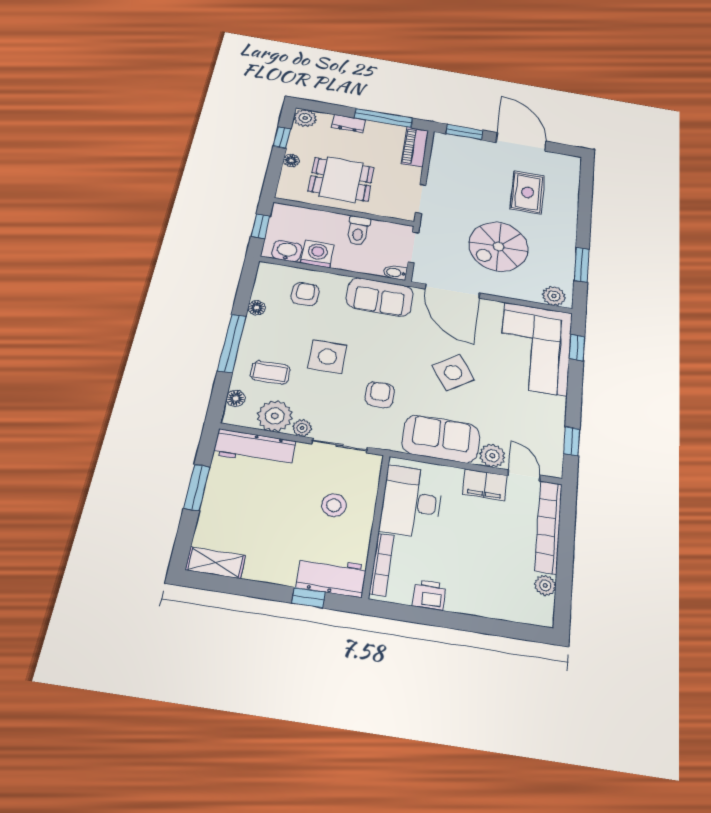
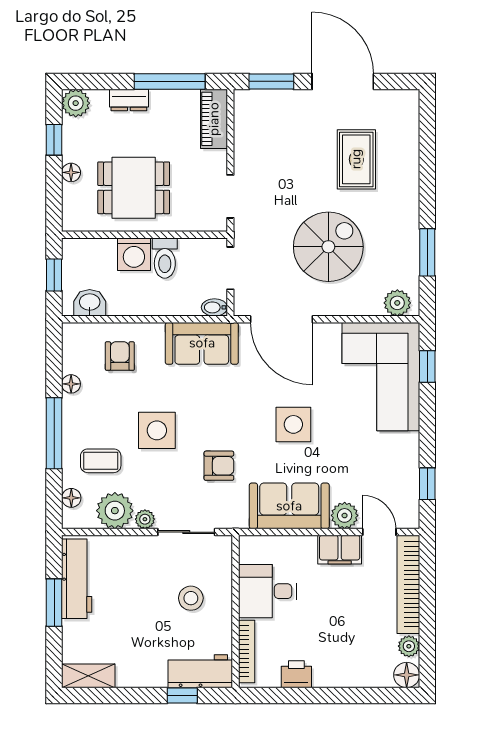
spiral stairs: (499, 247) -> (328, 247), turned 180
washing machine: (317, 254) -> (134, 254), moved, turned 180
side table: (453, 373) -> (293, 424), turned 34
armchair: (380, 395) -> (219, 466), turned 90
workbench: (255, 448) -> (77, 579), moved, turned -90
desk: (412, 502) -> (267, 591), width x0.73
floor lamp: (541, 613) -> (407, 675), added

